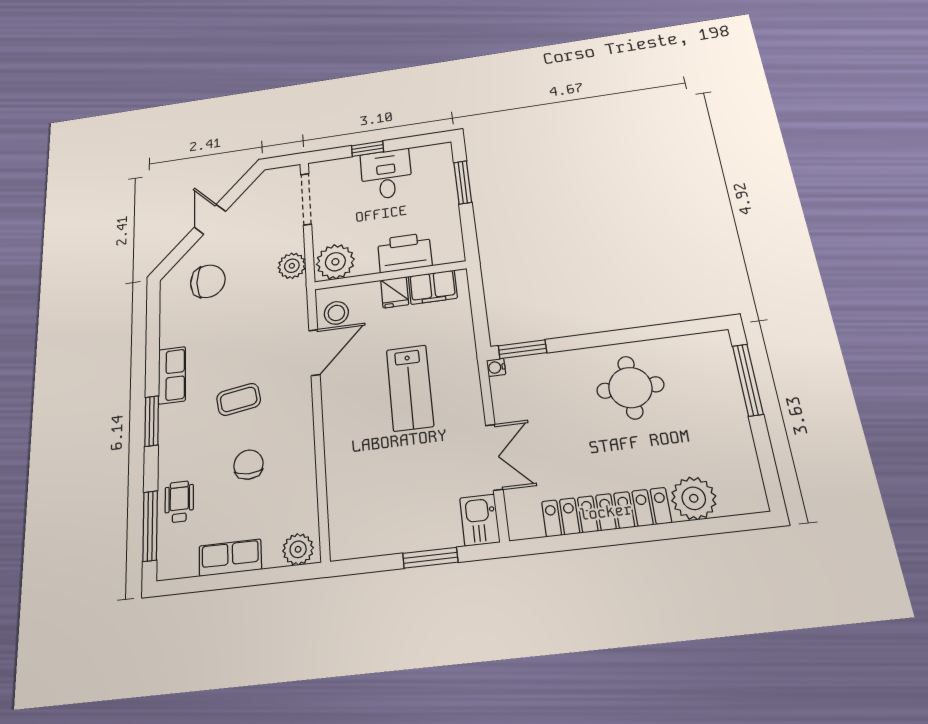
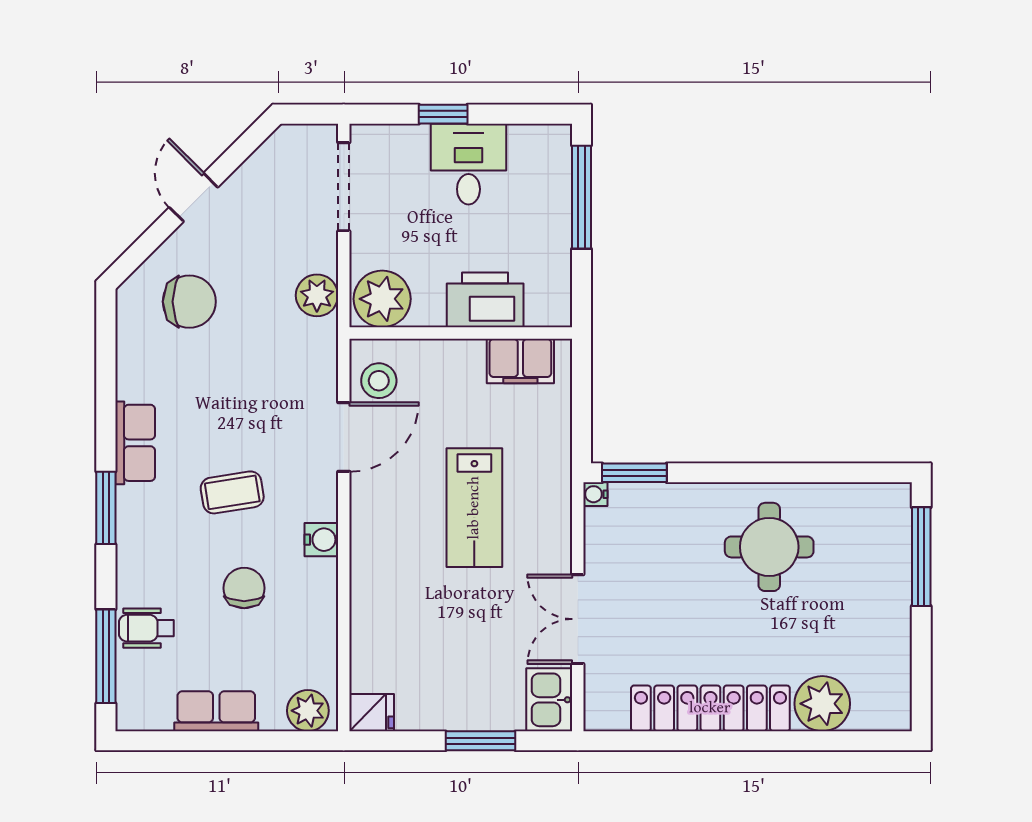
window: (463, 182) -> (581, 197), width x1.44
fridge: (395, 292) -> (372, 713), moved, turned -90
water cooler: (302, 424) -> (321, 540), added
double door: (494, 457) -> (578, 619), swing flipped
wheelchair: (179, 502) -> (146, 628), turned -90

